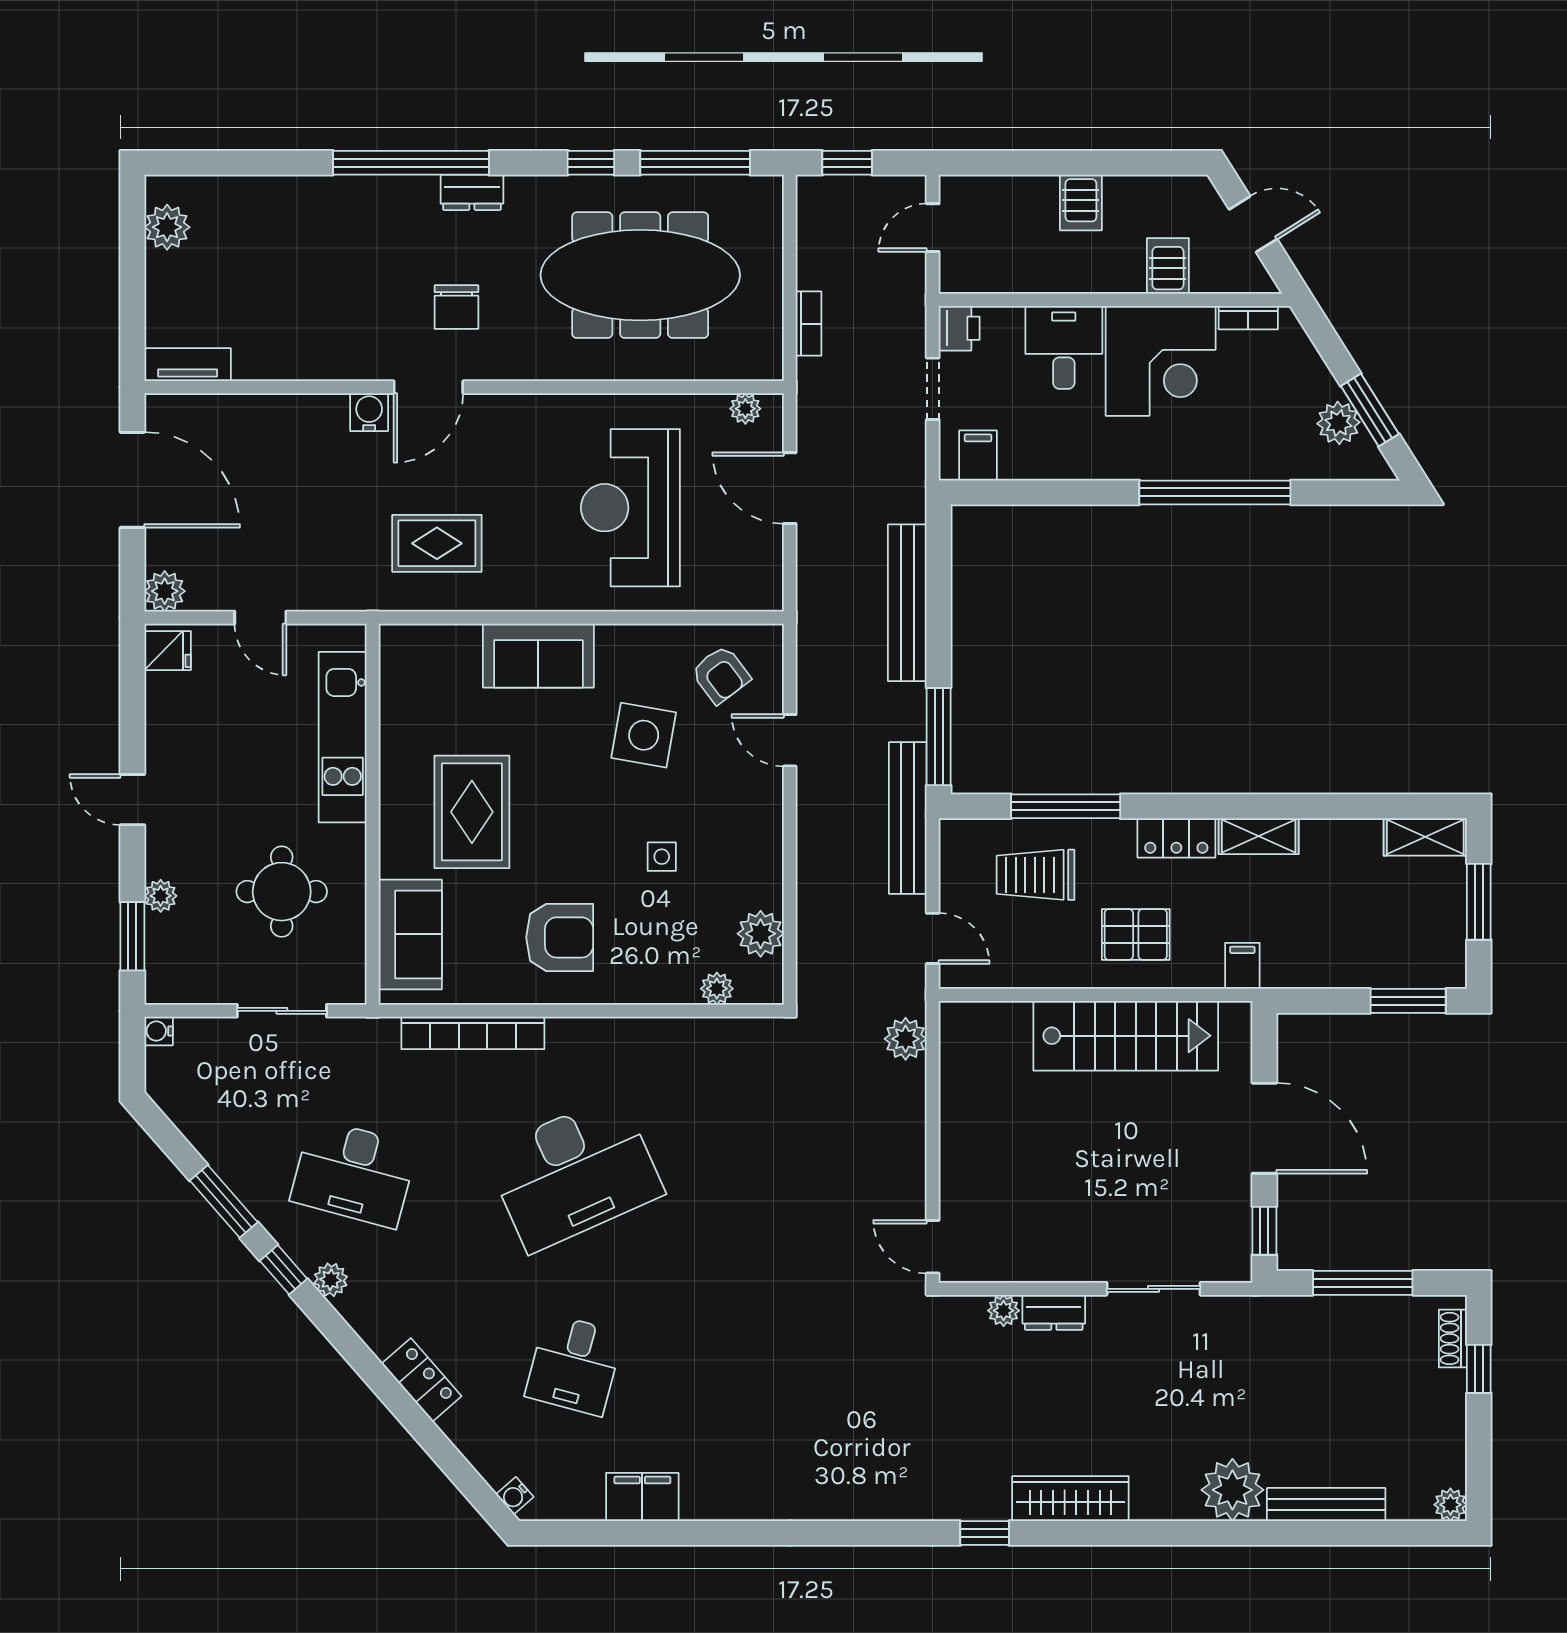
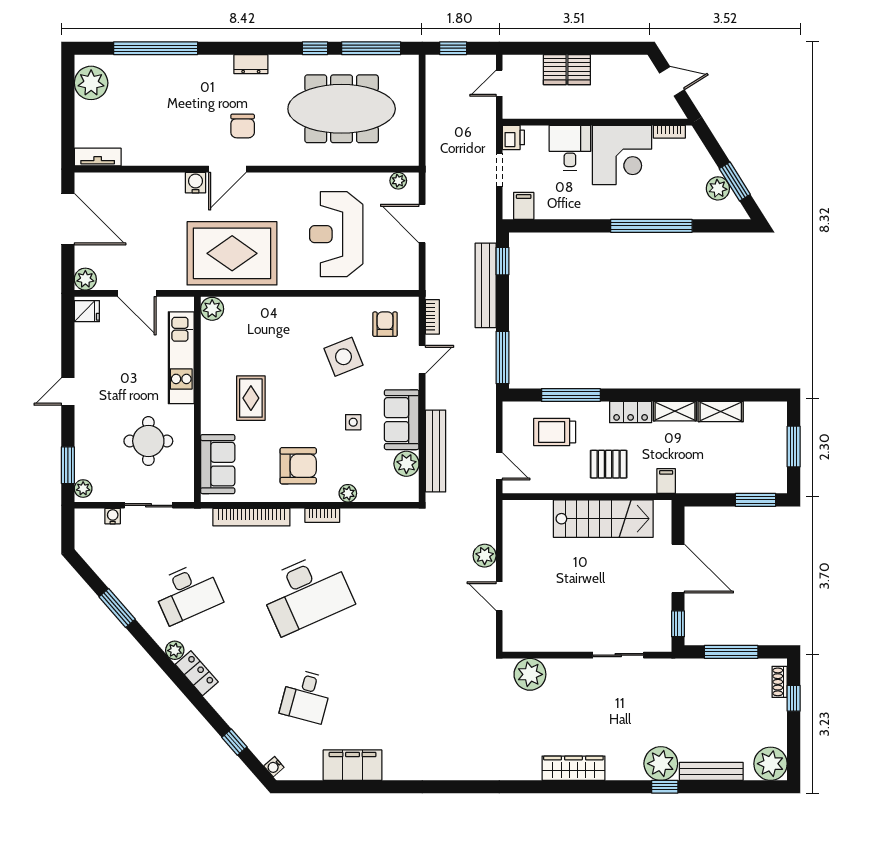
window: (411, 163) -> (156, 48), moved
plant: (167, 227) -> (91, 83), width x1.36, depth x1.36
server rack: (1168, 266) -> (555, 70), moved, turned 180
bookcase: (809, 324) -> (432, 317), moved
rug: (437, 543) -> (232, 253), width x1.86, depth x2.06
window: (939, 558) -> (502, 261), added
door: (260, 618) -> (137, 293), width x1.38
plant: (400, 646) -> (212, 309), added
sofa: (538, 656) -> (402, 420), moved, turned 90
armchair: (721, 675) -> (385, 324), turned -143
side table: (644, 735) -> (343, 357), turned -32
door: (790, 740) -> (422, 360), swing flipped
door: (132, 800) -> (68, 391), hinge flipped
rug: (472, 812) -> (251, 398), width x0.73, depth x0.70
bench: (908, 818) -> (436, 451), moved
shelving: (1425, 837) -> (721, 412), moved
plant: (161, 896) -> (83, 489), moved
plant: (717, 989) -> (348, 493), moved
bookcase: (604, 1030) -> (322, 515), added
water cooler: (159, 1031) -> (113, 516), moved, turned 90
plant: (906, 1039) -> (485, 556), moved
desk: (354, 1173) -> (187, 593), turned -39
door: (933, 1247) -> (499, 596), moved
window: (283, 1270) -> (234, 742), moved
plant: (1004, 1311) -> (530, 674), width x1.87, depth x1.87
dresser: (1054, 1312) -> (564, 668), removed
locker: (422, 1380) -> (197, 673), moved
filing cabinet: (642, 1497) -> (353, 765), width x1.50, depth x1.17
plant: (1450, 1505) -> (771, 764), width x1.87, depth x1.87
window: (985, 1533) -> (665, 787), moved

